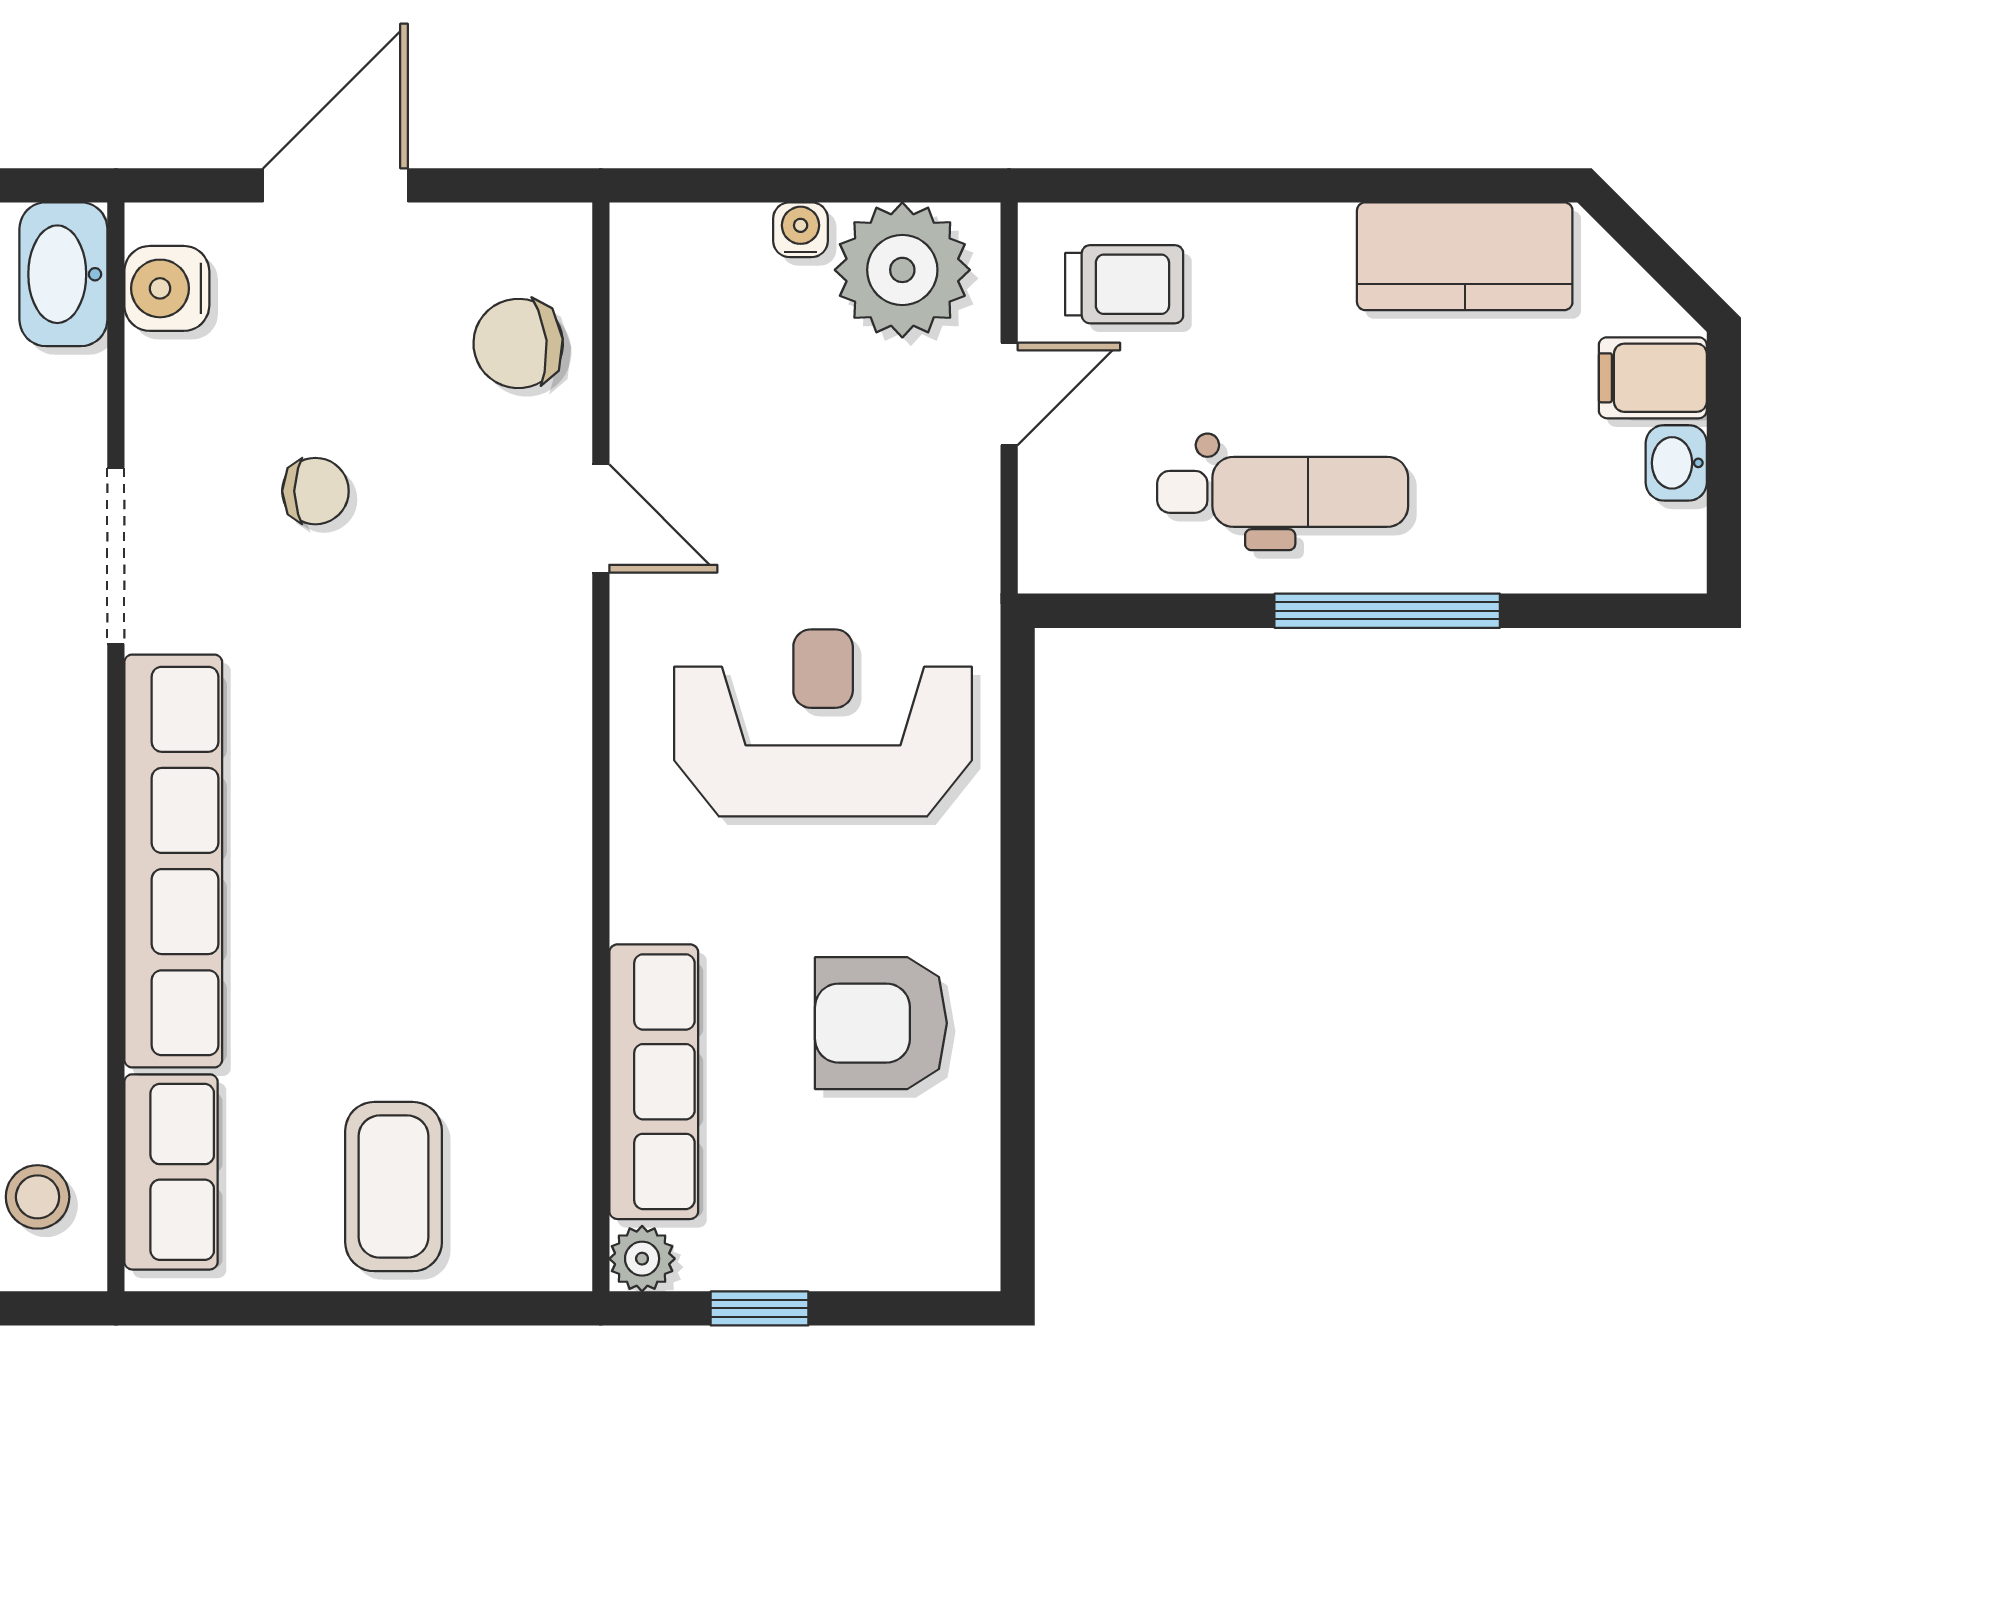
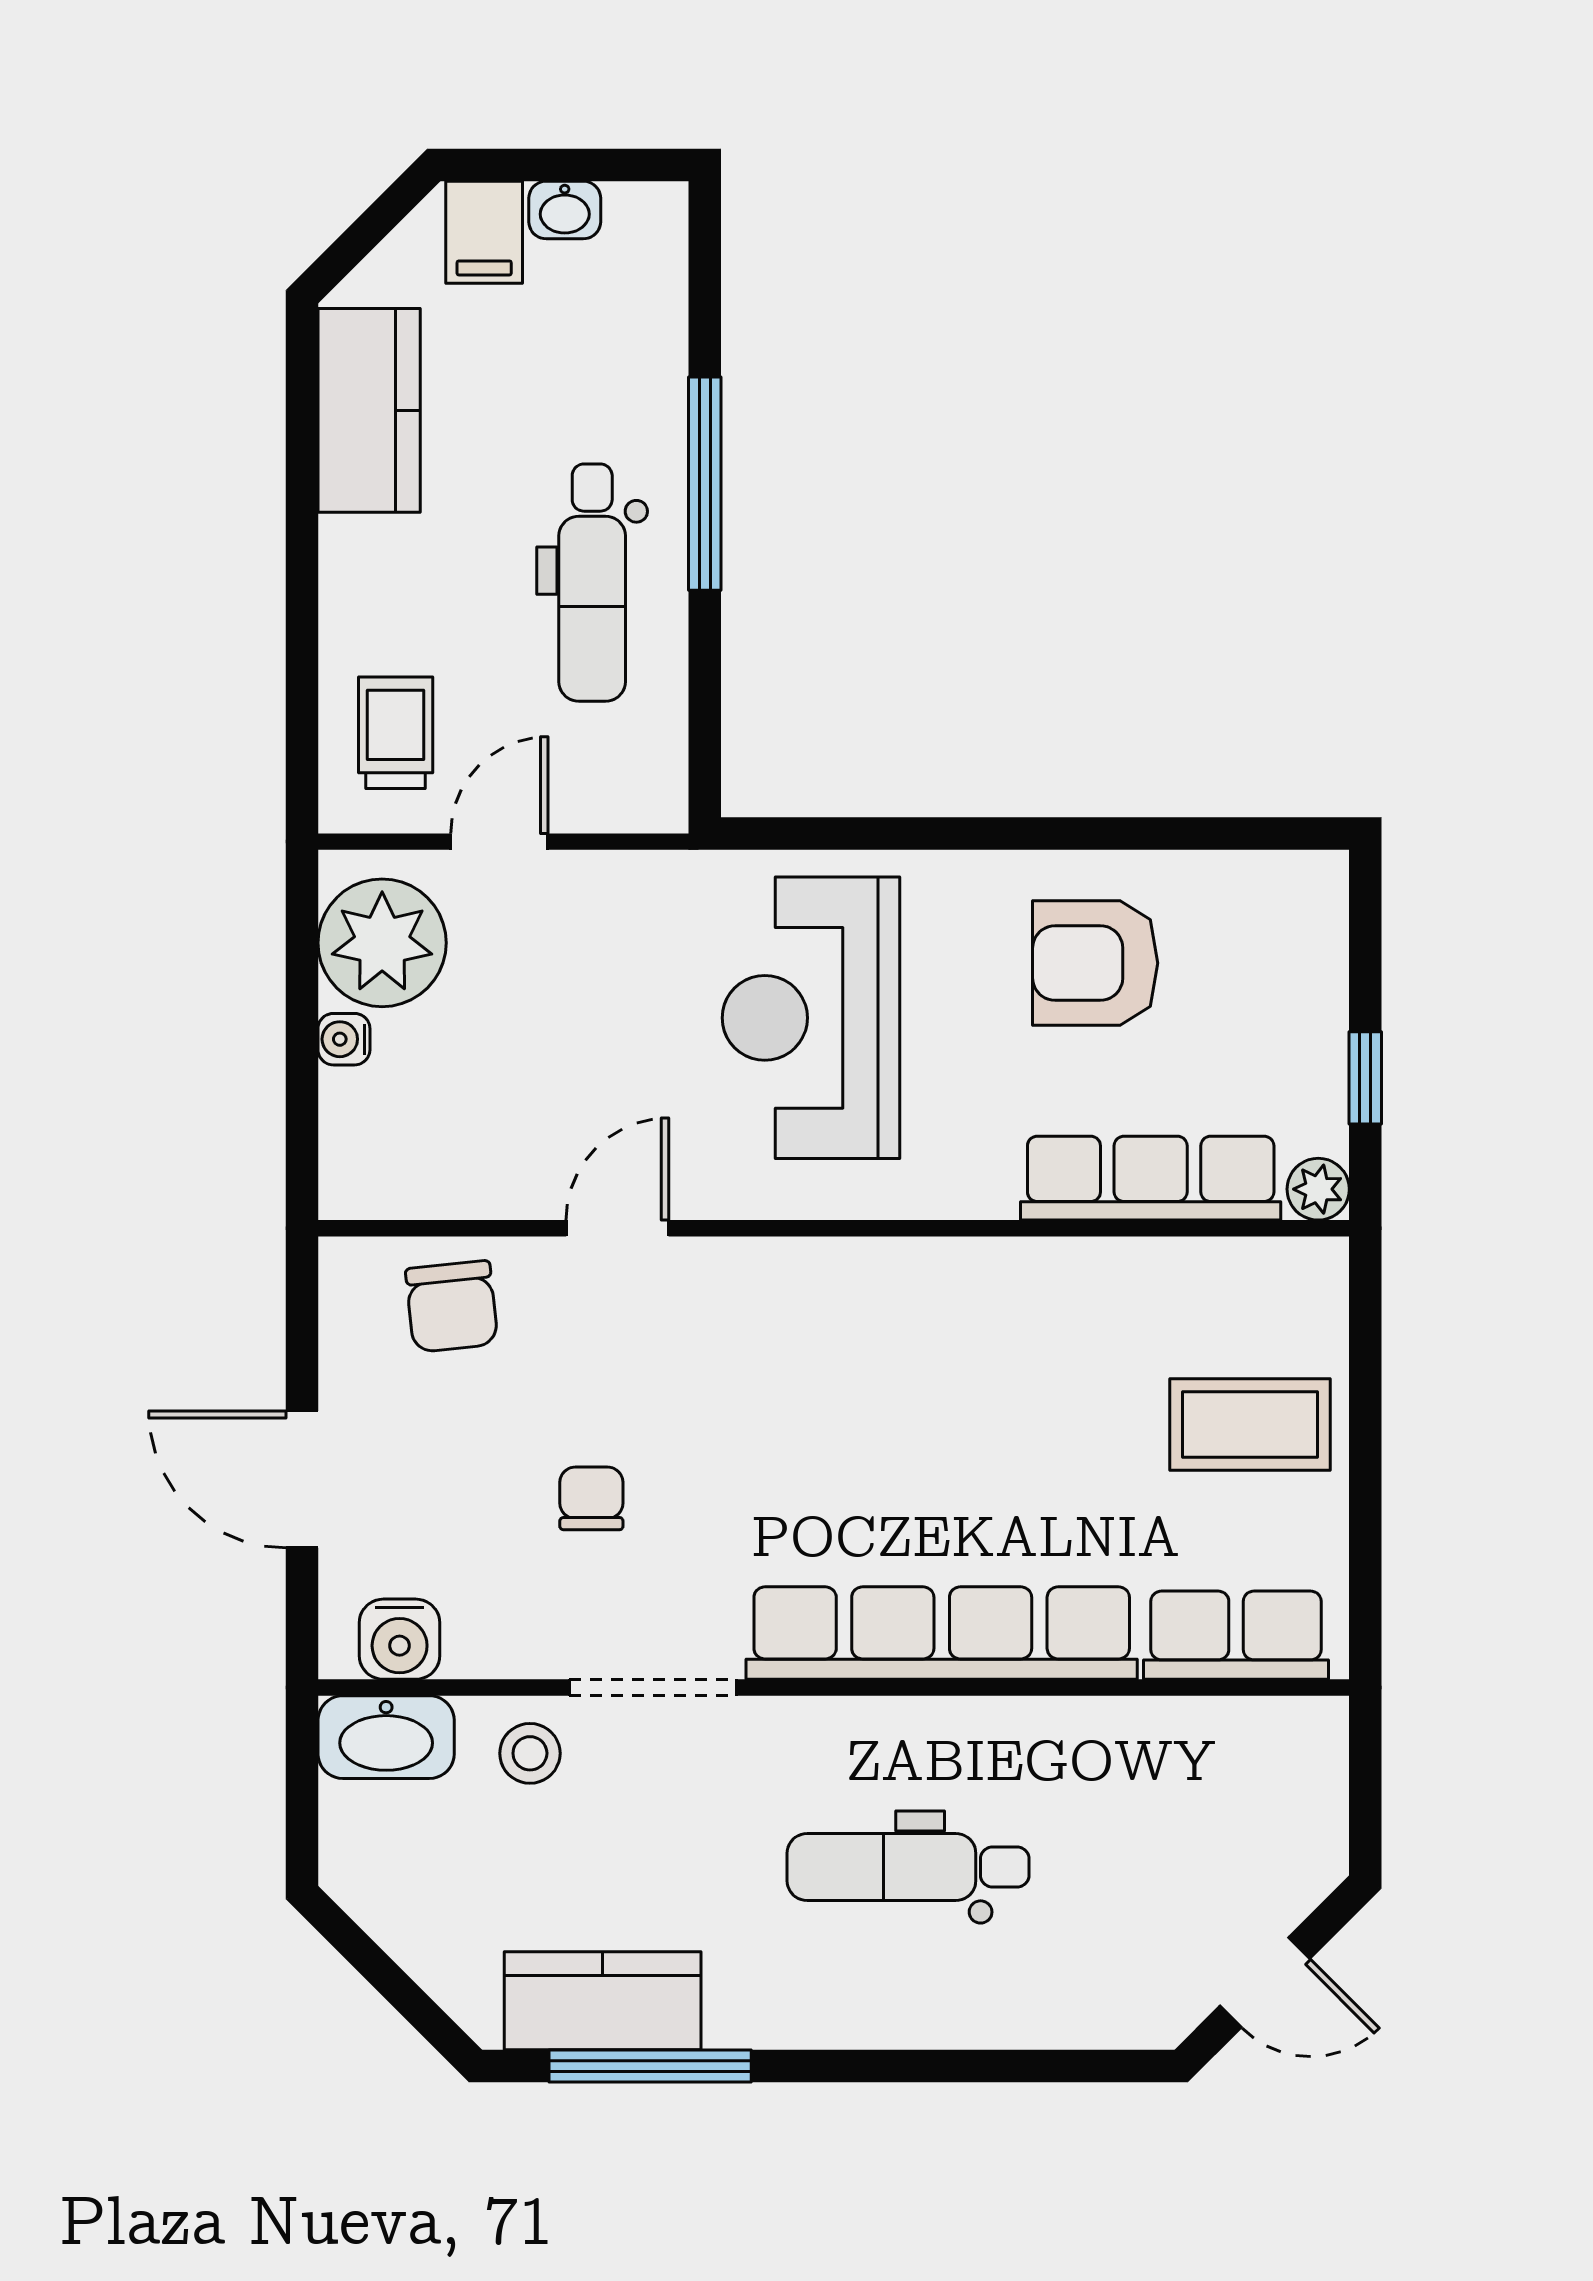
door: (1009, 394) -> (499, 842), hinge flipped
dental chair: (1283, 492) -> (592, 583), turned 180
armchair: (881, 1023) -> (1095, 963), turned 90
stool: (38, 1197) -> (530, 1753), moved

